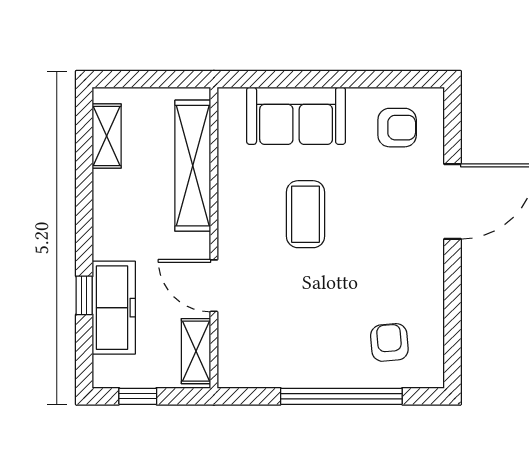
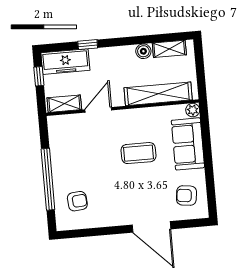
plant: (231, 101) -> (193, 110), added
armchair: (397, 128) -> (186, 196), turned 97
boiler: (107, 187) -> (143, 51), added
freezer: (114, 308) -> (65, 62), moved

